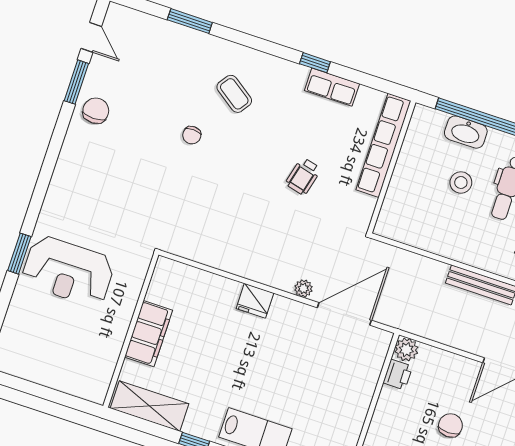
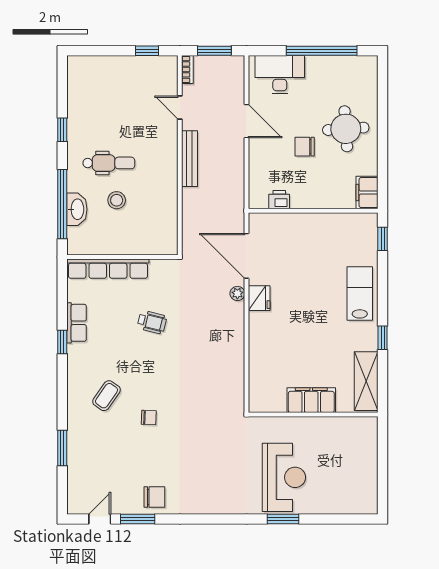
chair: (96, 111) -> (154, 497), turned 180
fridge: (255, 301) -> (259, 298), moved
plant: (406, 350) -> (258, 199), removed

